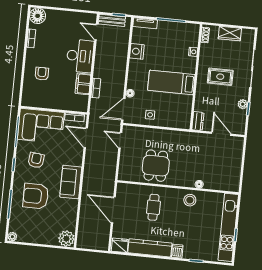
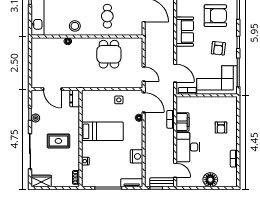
floor lamp: (38, 16) -> (210, 180), moved
wardrobe: (230, 34) -> (41, 181), moved
door: (123, 109) -> (144, 102), hinge flipped

